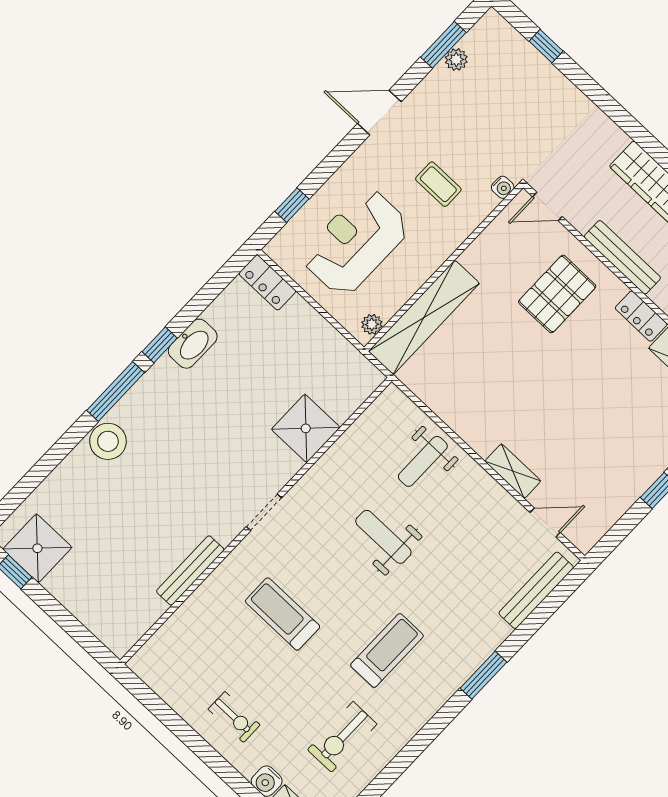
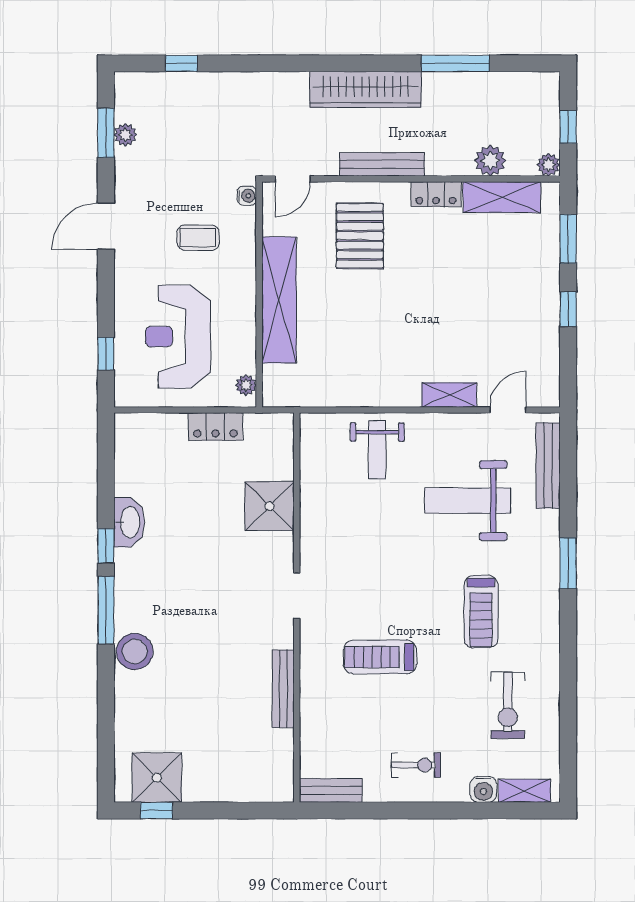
locker: (267, 282) -> (215, 427), moved
shelving: (424, 317) -> (279, 300), moved
weight bench: (383, 537) -> (468, 501), moved, width x1.36, depth x1.33
treadmill: (387, 650) -> (481, 612), turned 180
bench: (155, 677) -> (331, 790), added

